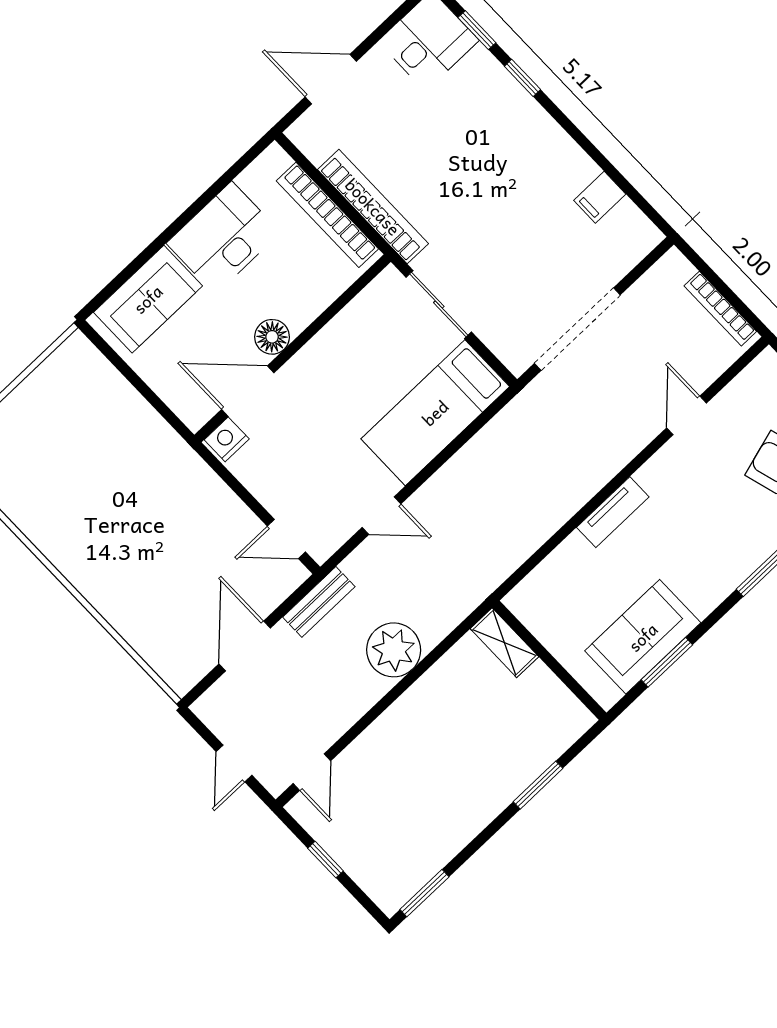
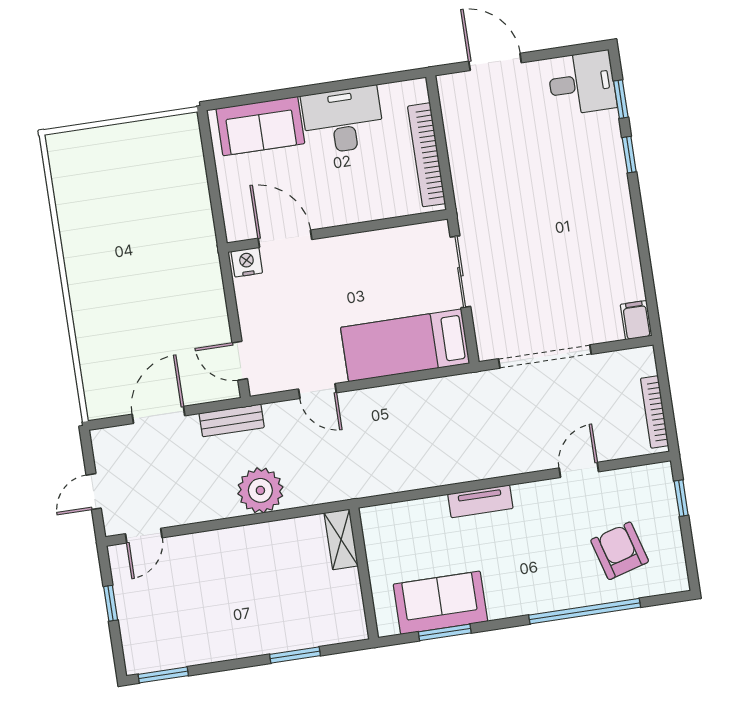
filing cabinet: (600, 197) -> (636, 320), moved, turned 90
bookcase: (373, 207) -> (462, 171), removed
floor lamp: (272, 337) -> (328, 213), removed

